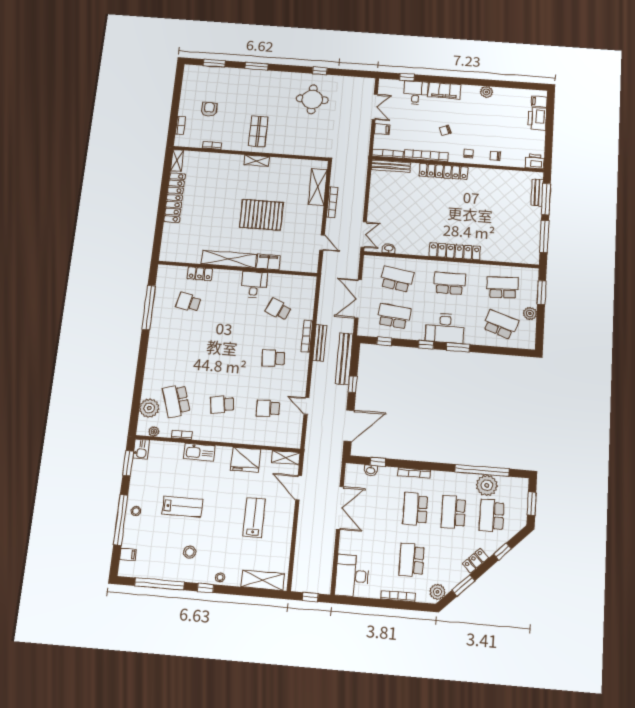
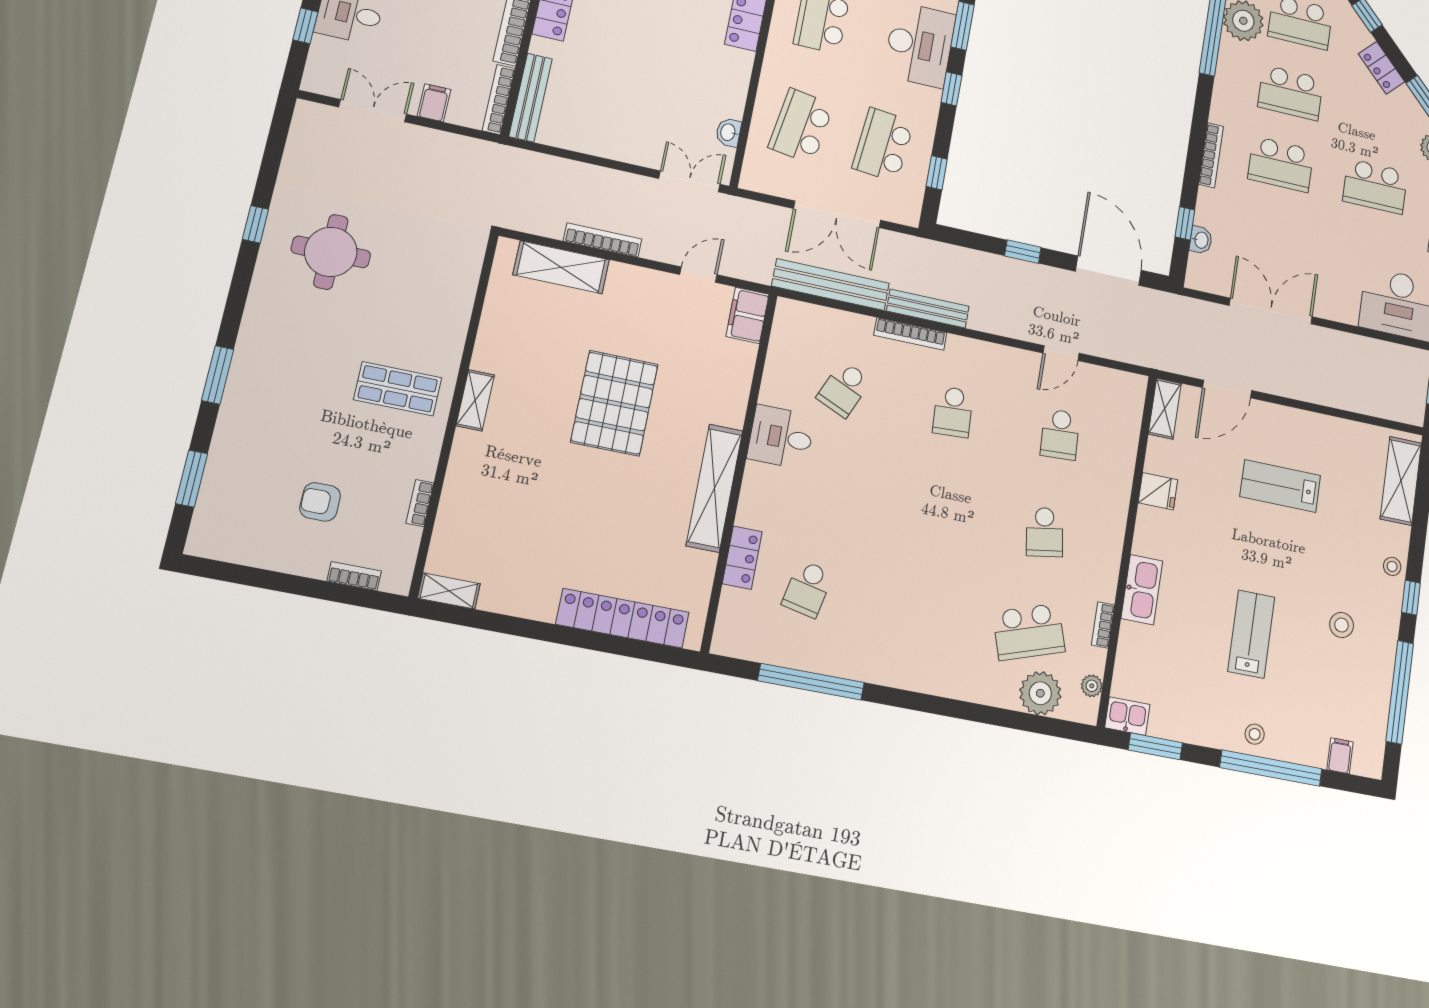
locker: (175, 198) -> (623, 618), moved
filing cabinet: (268, 262) -> (747, 315), moved
bench: (344, 359) -> (831, 285), moved
fridge: (246, 460) -> (1158, 491), width x0.53, depth x0.75

